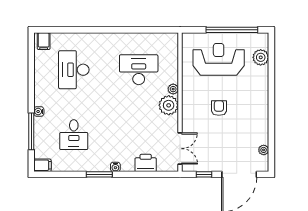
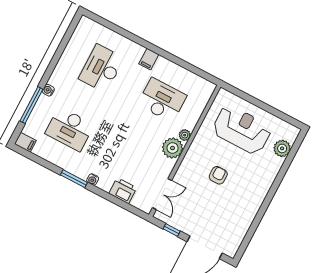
window: (232, 30) -> (269, 109), removed
filing cabinet: (44, 41) -> (149, 59), moved
desk: (74, 135) -> (70, 129), width x1.37
plant: (264, 150) -> (239, 236), removed

